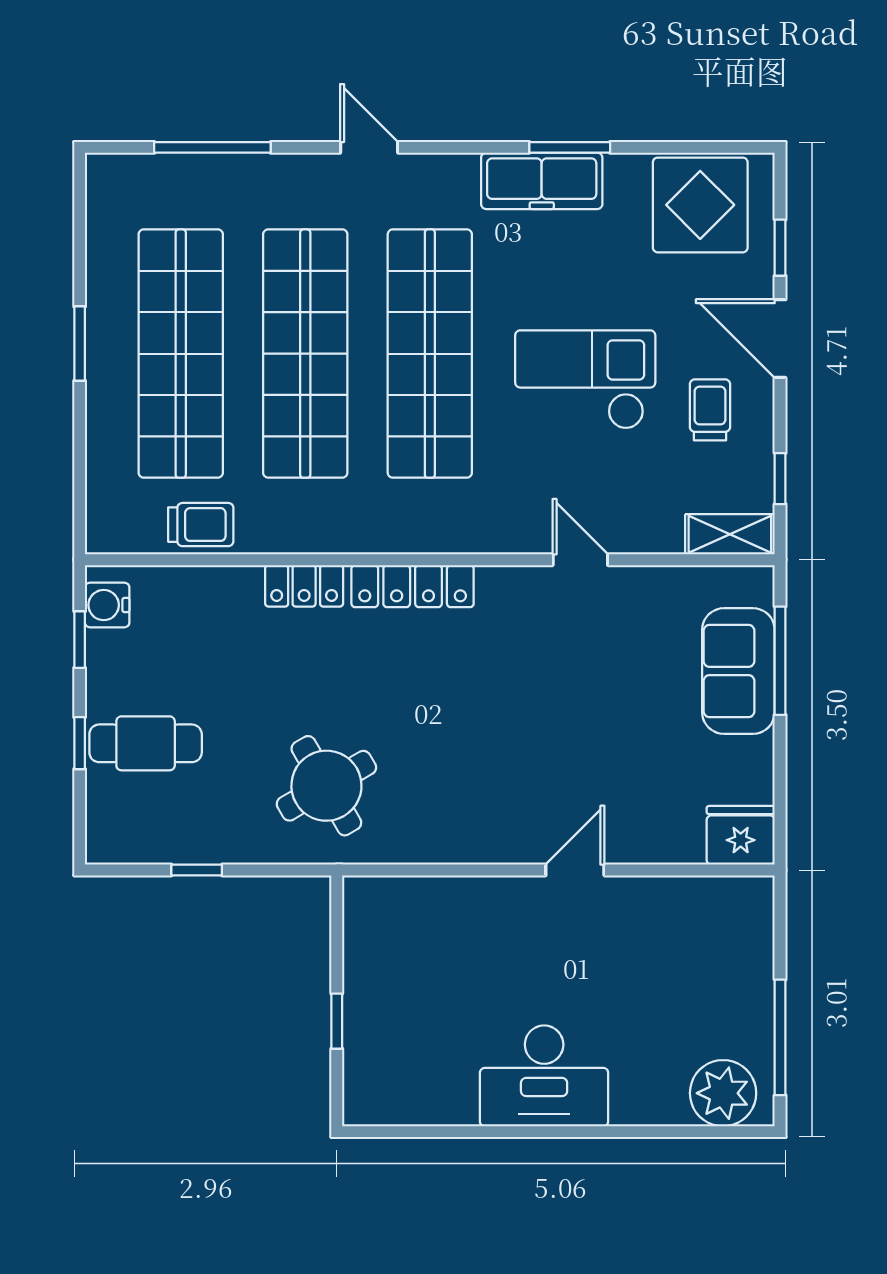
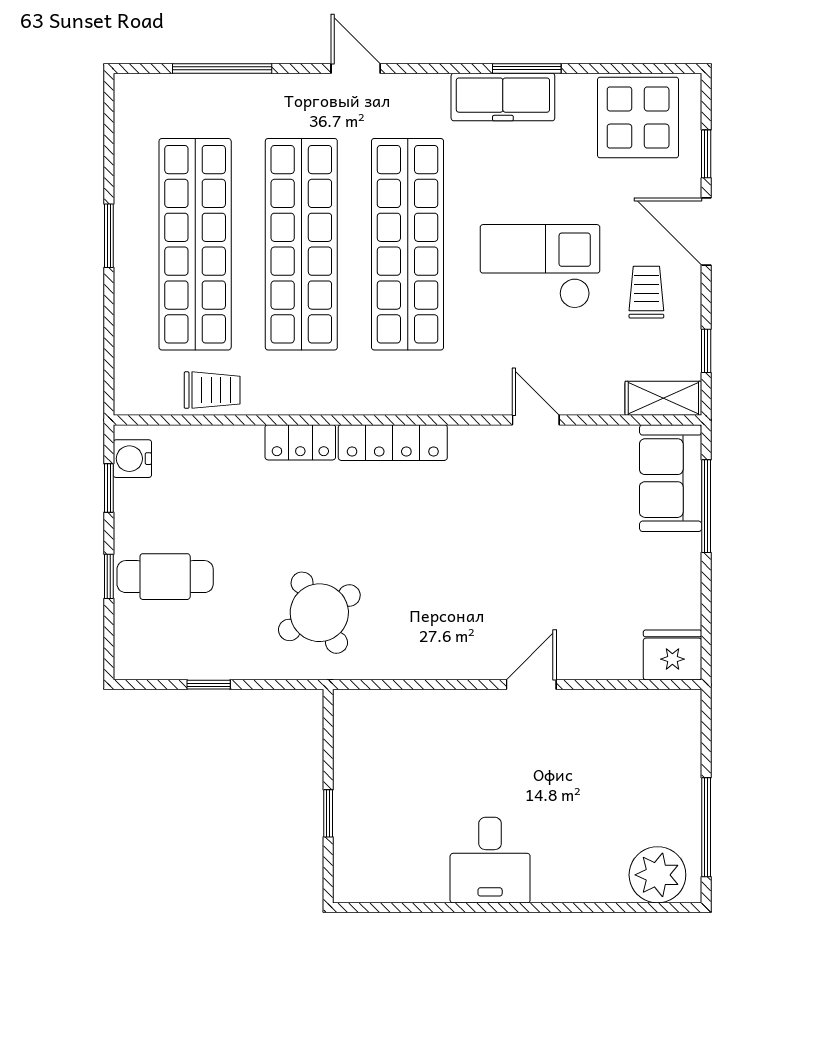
sofa: (738, 671) -> (671, 478), moved
desk: (544, 1076) -> (490, 860), width x0.73

